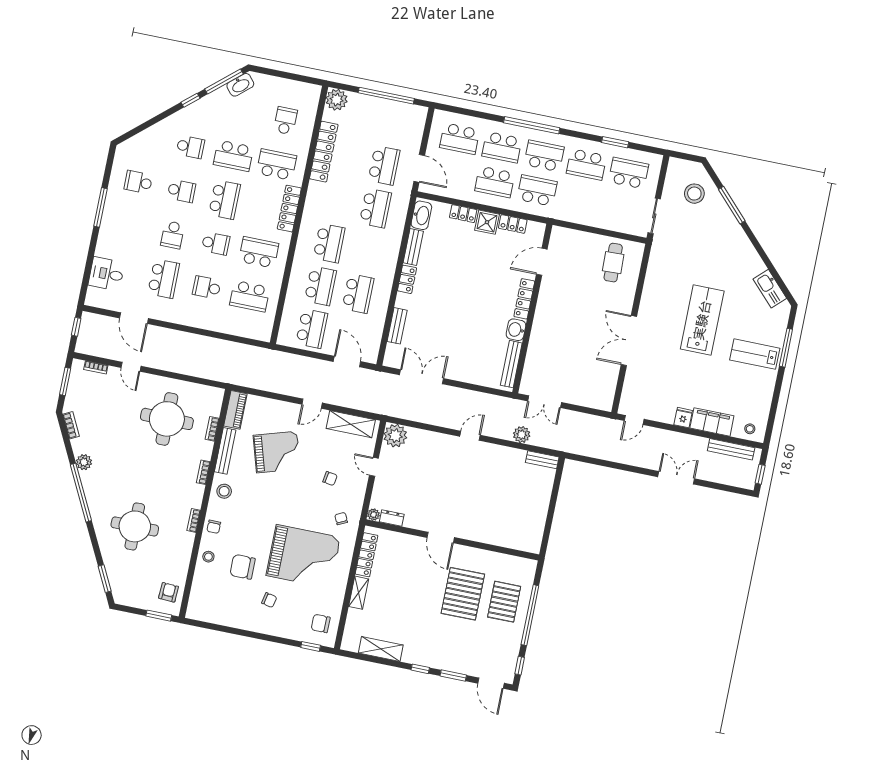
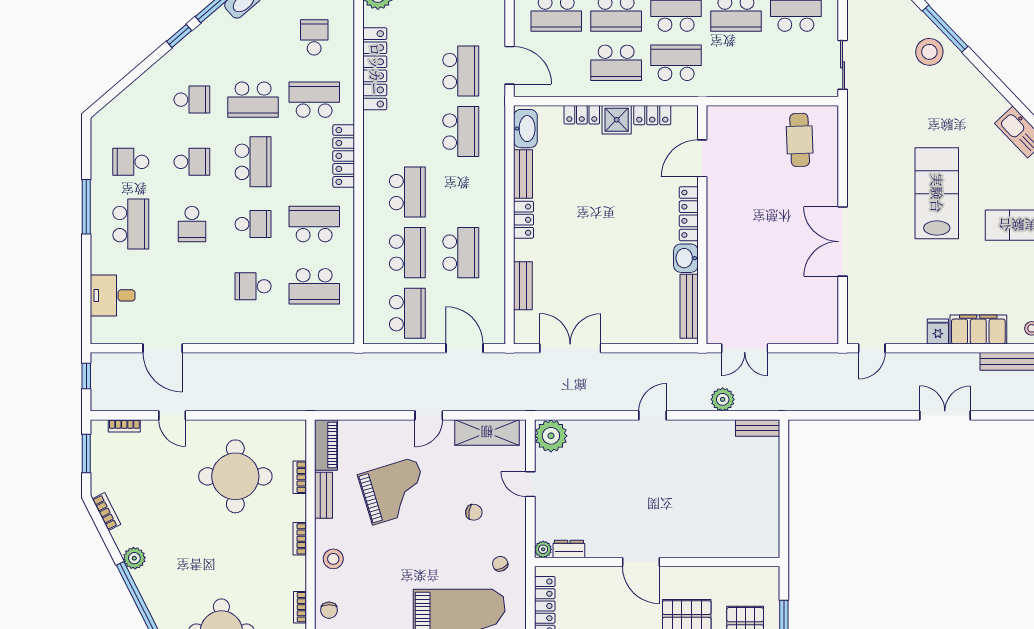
stool: (694, 194) -> (929, 52), moved
school desk: (164, 279) -> (131, 224), moved
bench: (225, 451) -> (323, 495), width x0.73

